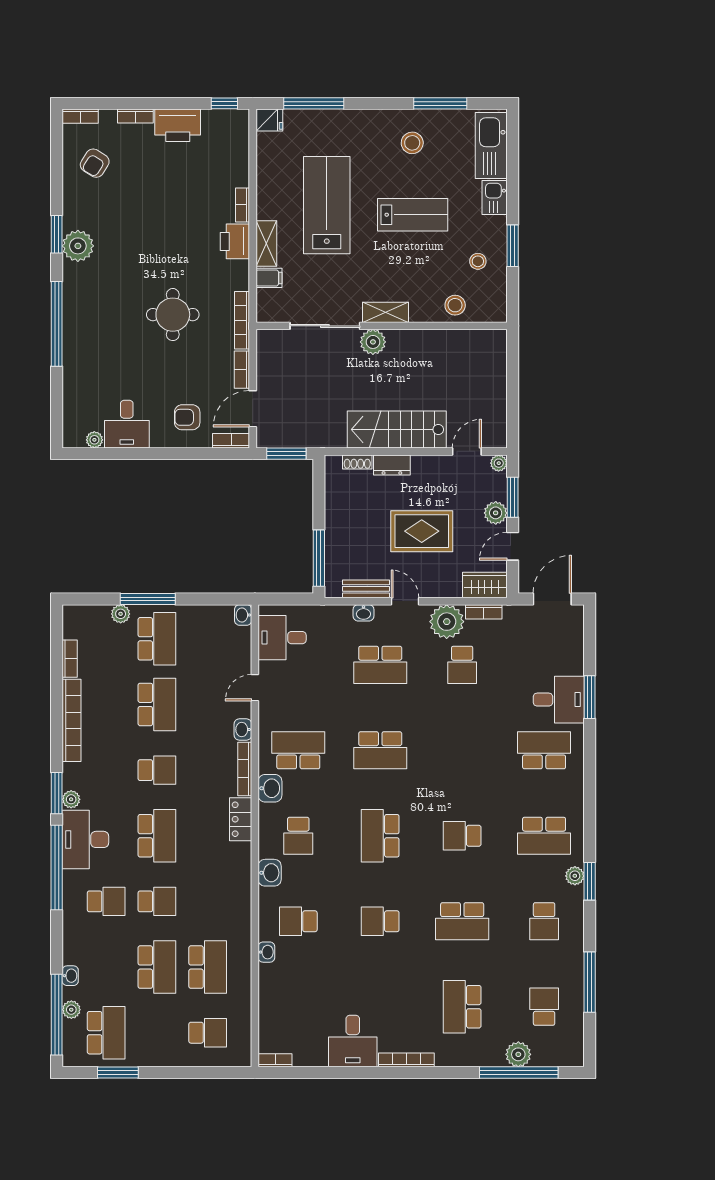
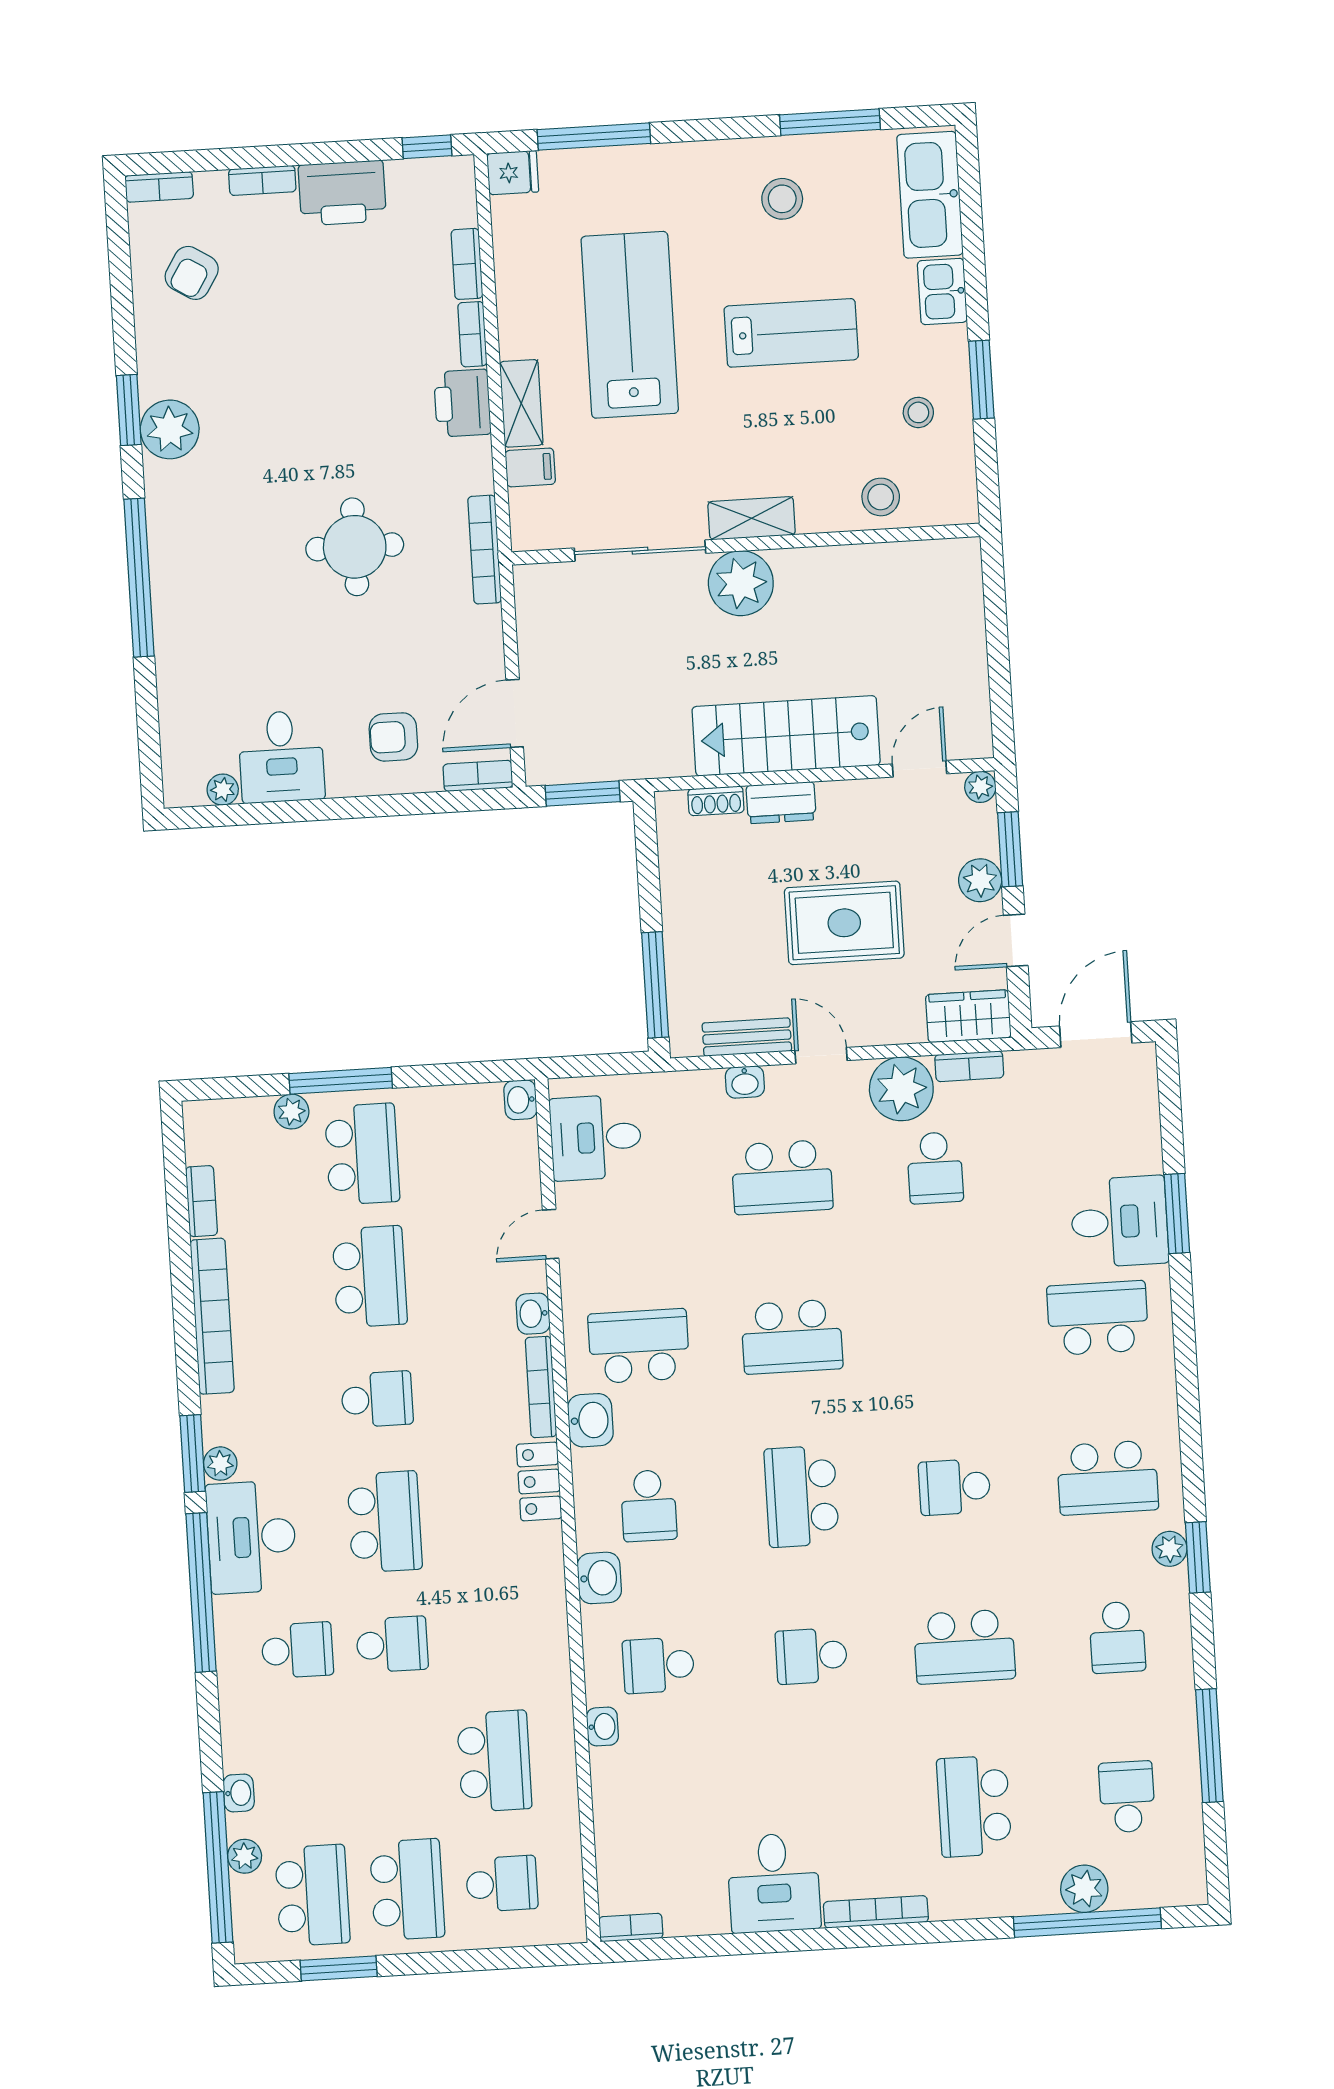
plant: (373, 342) -> (741, 583), width x1.36, depth x1.36
bookcase: (242, 370) -> (467, 264), moved
school desk: (157, 967) -> (407, 1890), moved

